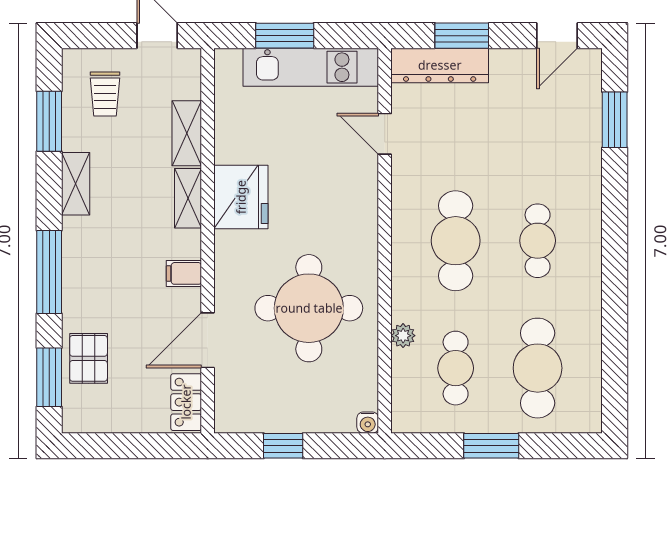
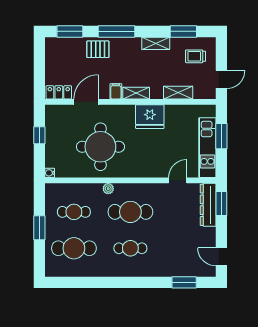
window: (462, 36) -> (221, 203), moved
shelving: (188, 198) -> (136, 93), moved
plant: (403, 336) -> (108, 189), moved
door: (208, 340) -> (86, 102), hinge flipped
pallet: (89, 358) -> (98, 49), moved

